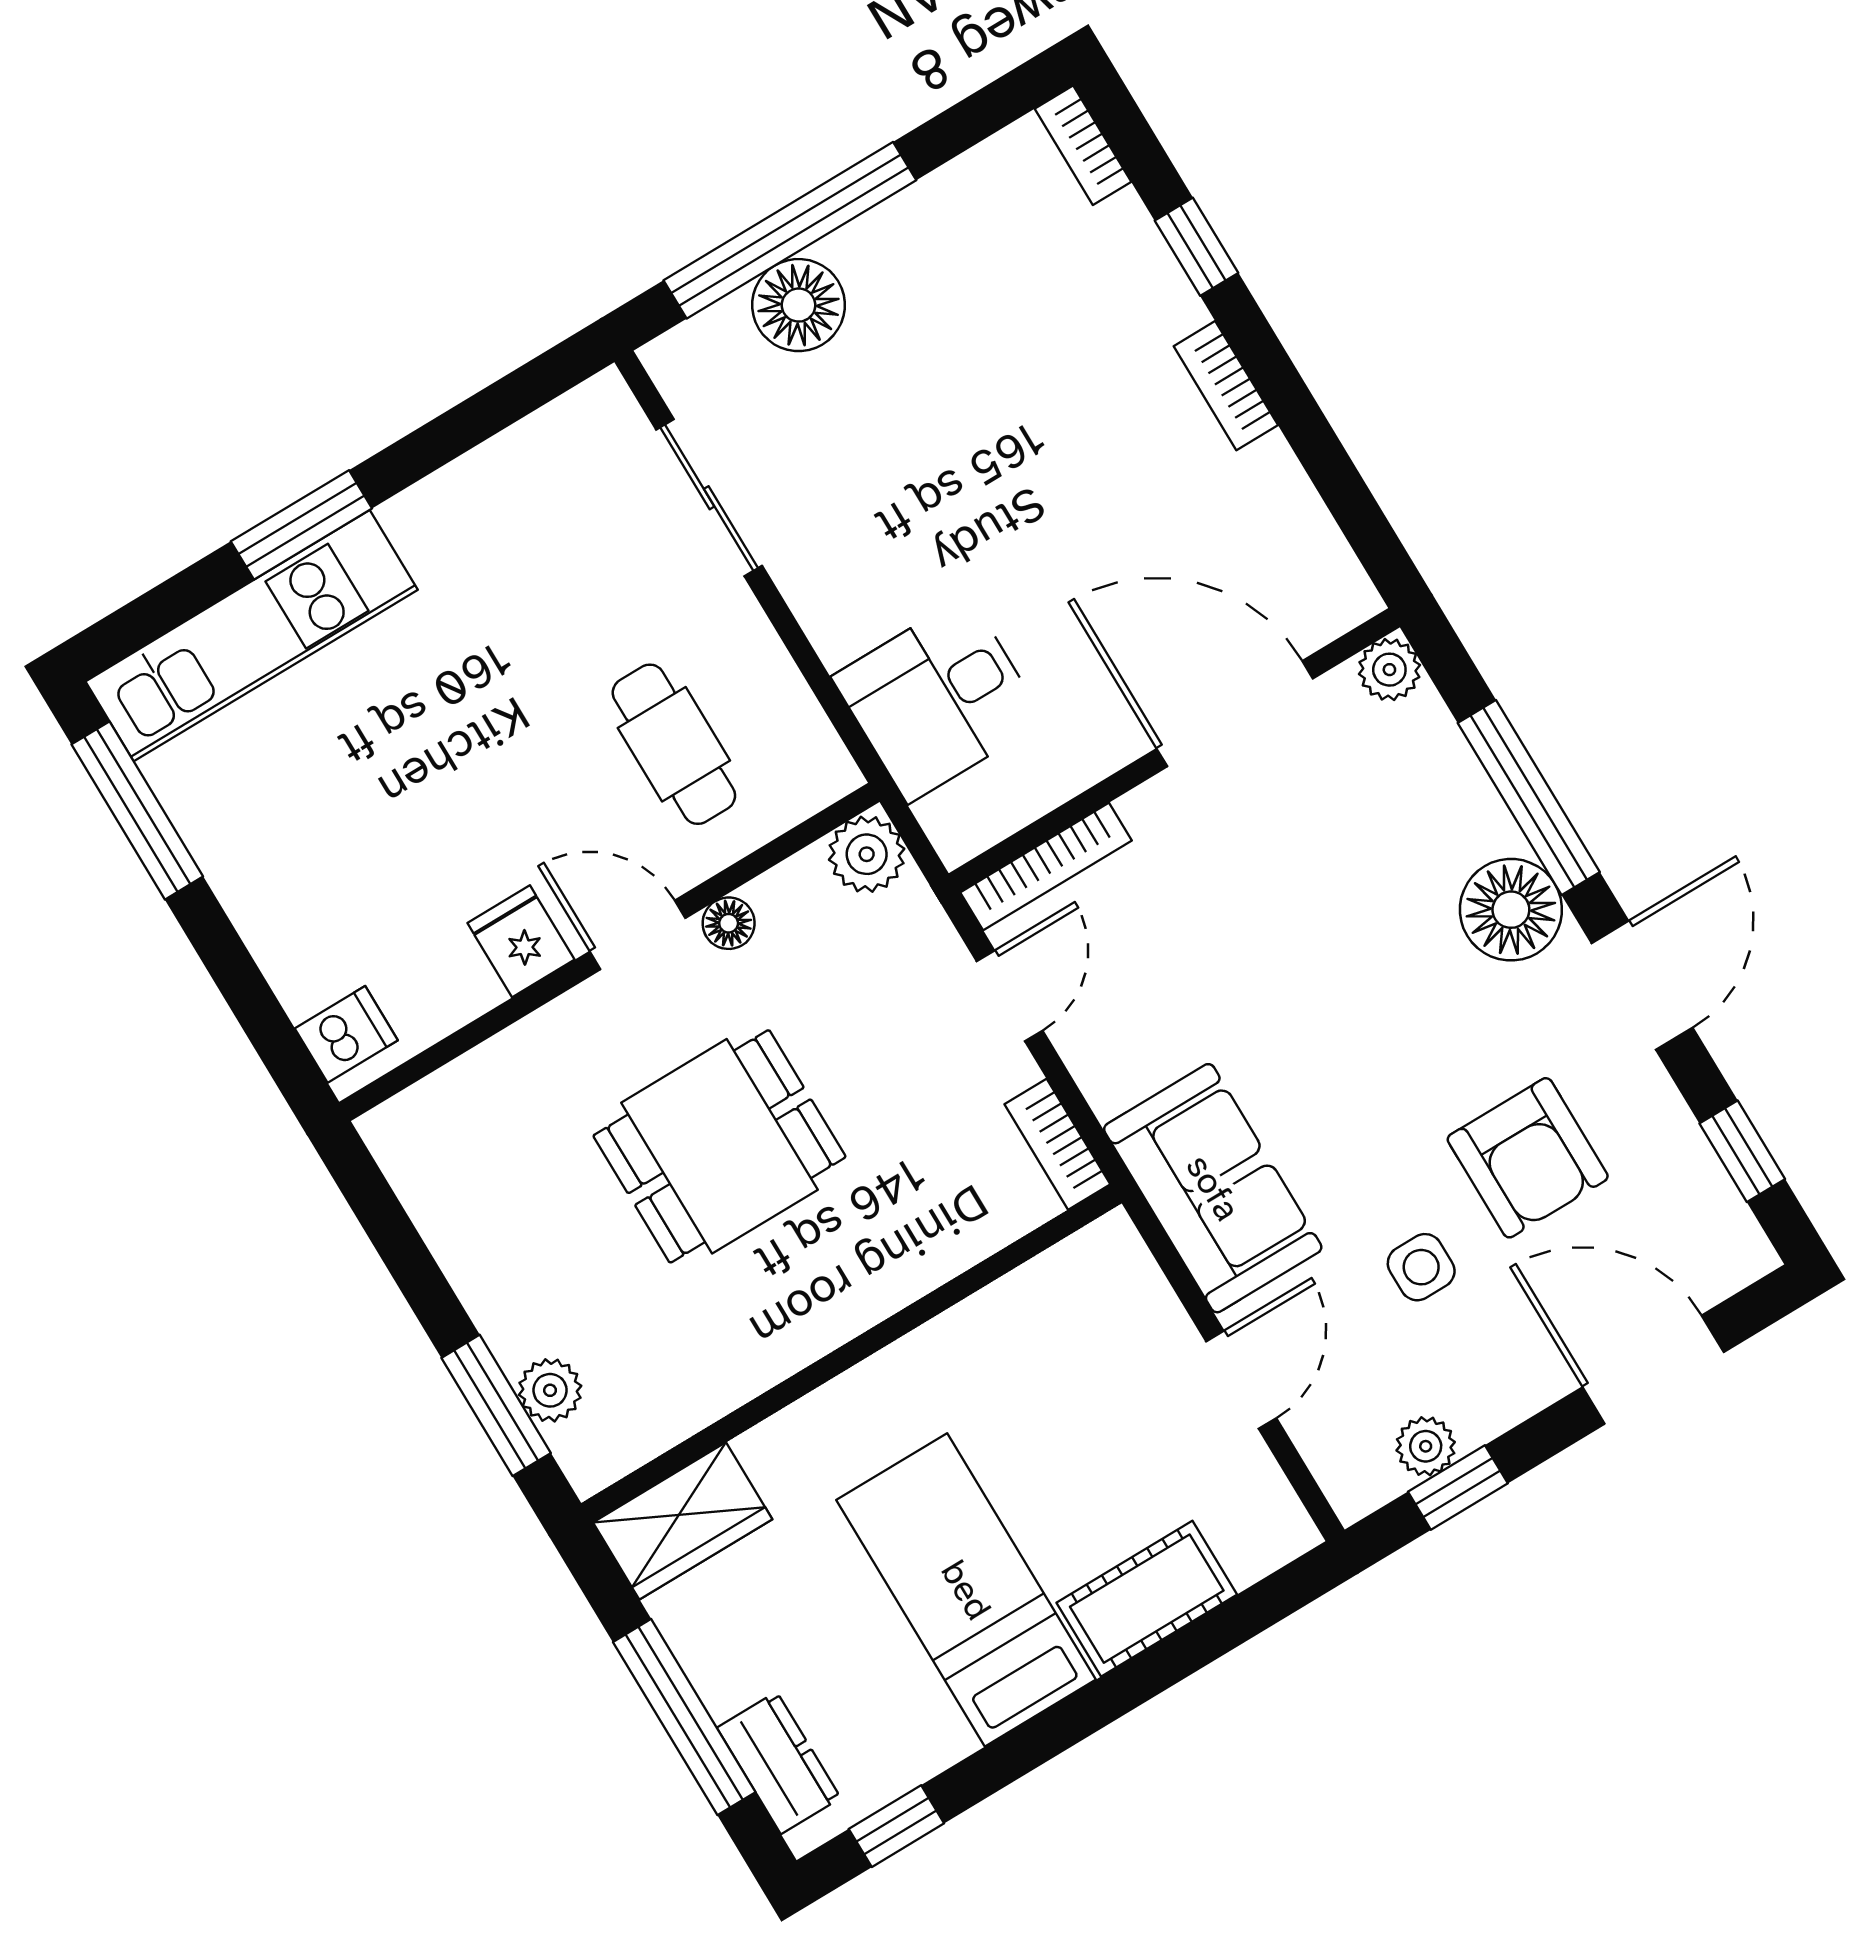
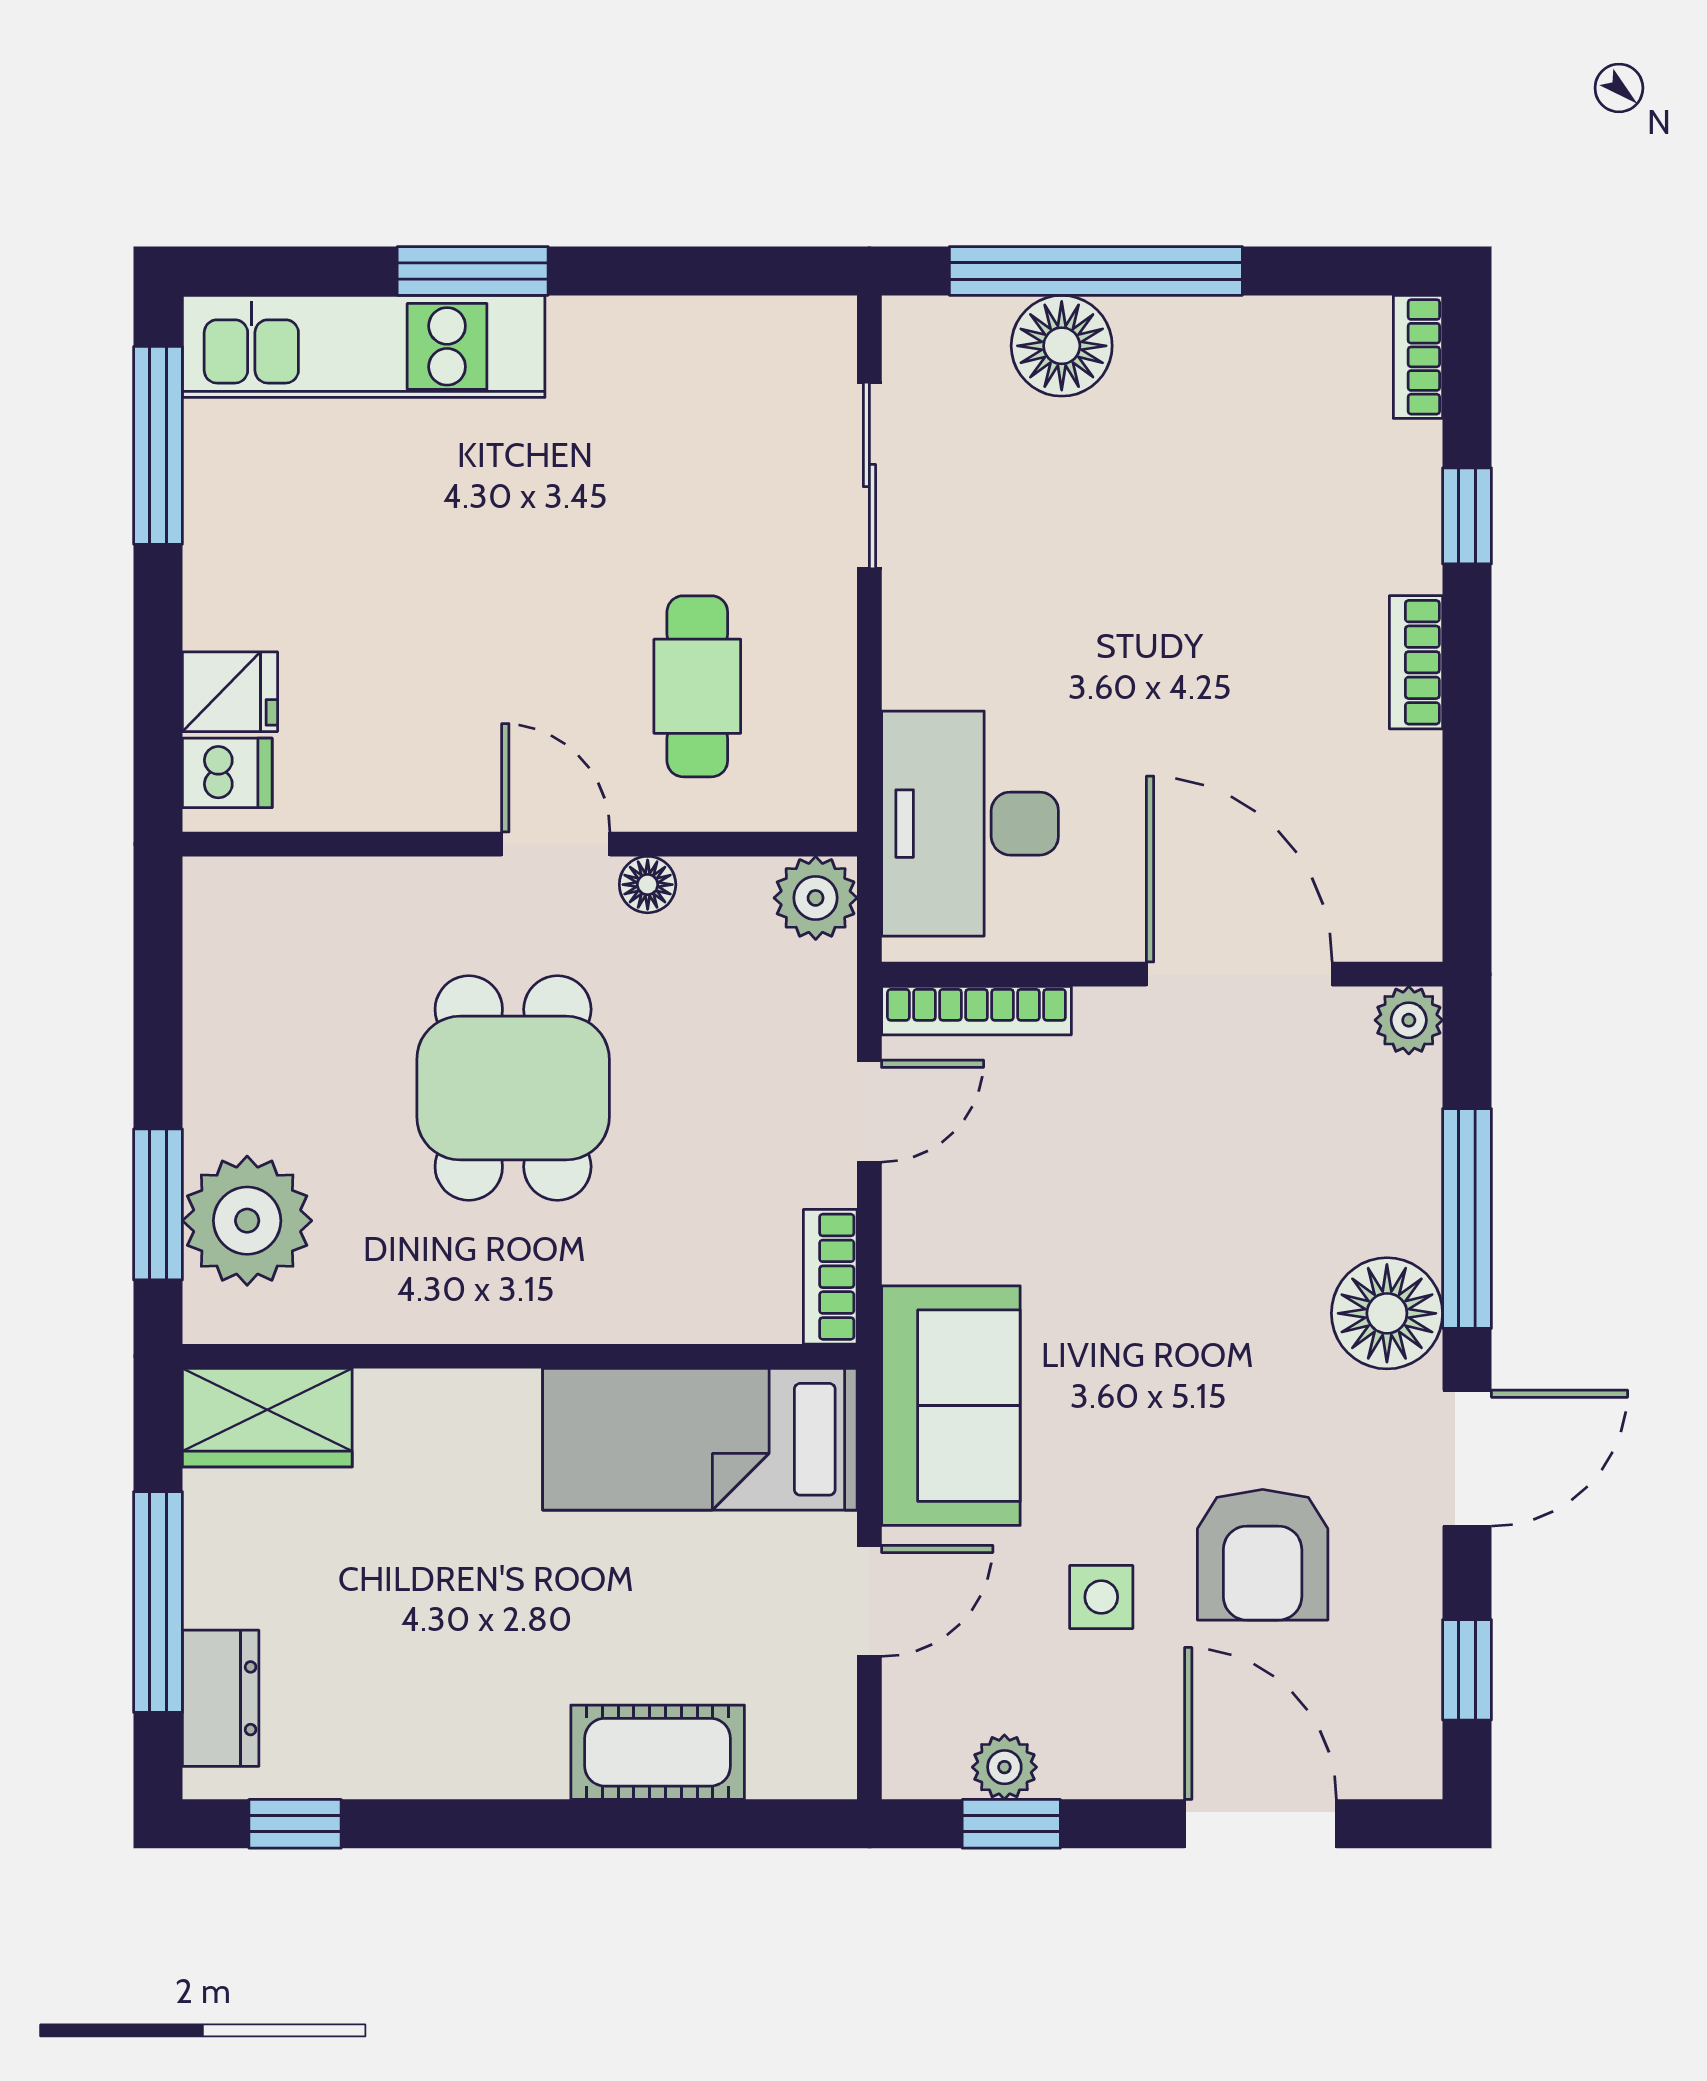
desk: (938, 699) -> (970, 824), width x1.37
fridge: (521, 941) -> (230, 692), moved, turned 90
dining table: (719, 1146) -> (513, 1088), turned 90
plant: (550, 1390) -> (247, 1221), width x1.88, depth x1.88
bed: (966, 1590) -> (700, 1439), moved, turned -90

